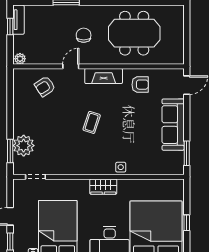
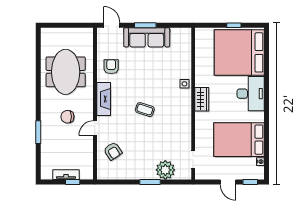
tv unit: (18, 20) -> (66, 175), moved
window: (10, 26) -> (73, 182), moved
plant: (20, 59) -> (88, 173), removed
door: (71, 66) -> (95, 128), hinge flipped
window: (10, 151) -> (150, 182), moved
window: (187, 153) -> (145, 25), moved

